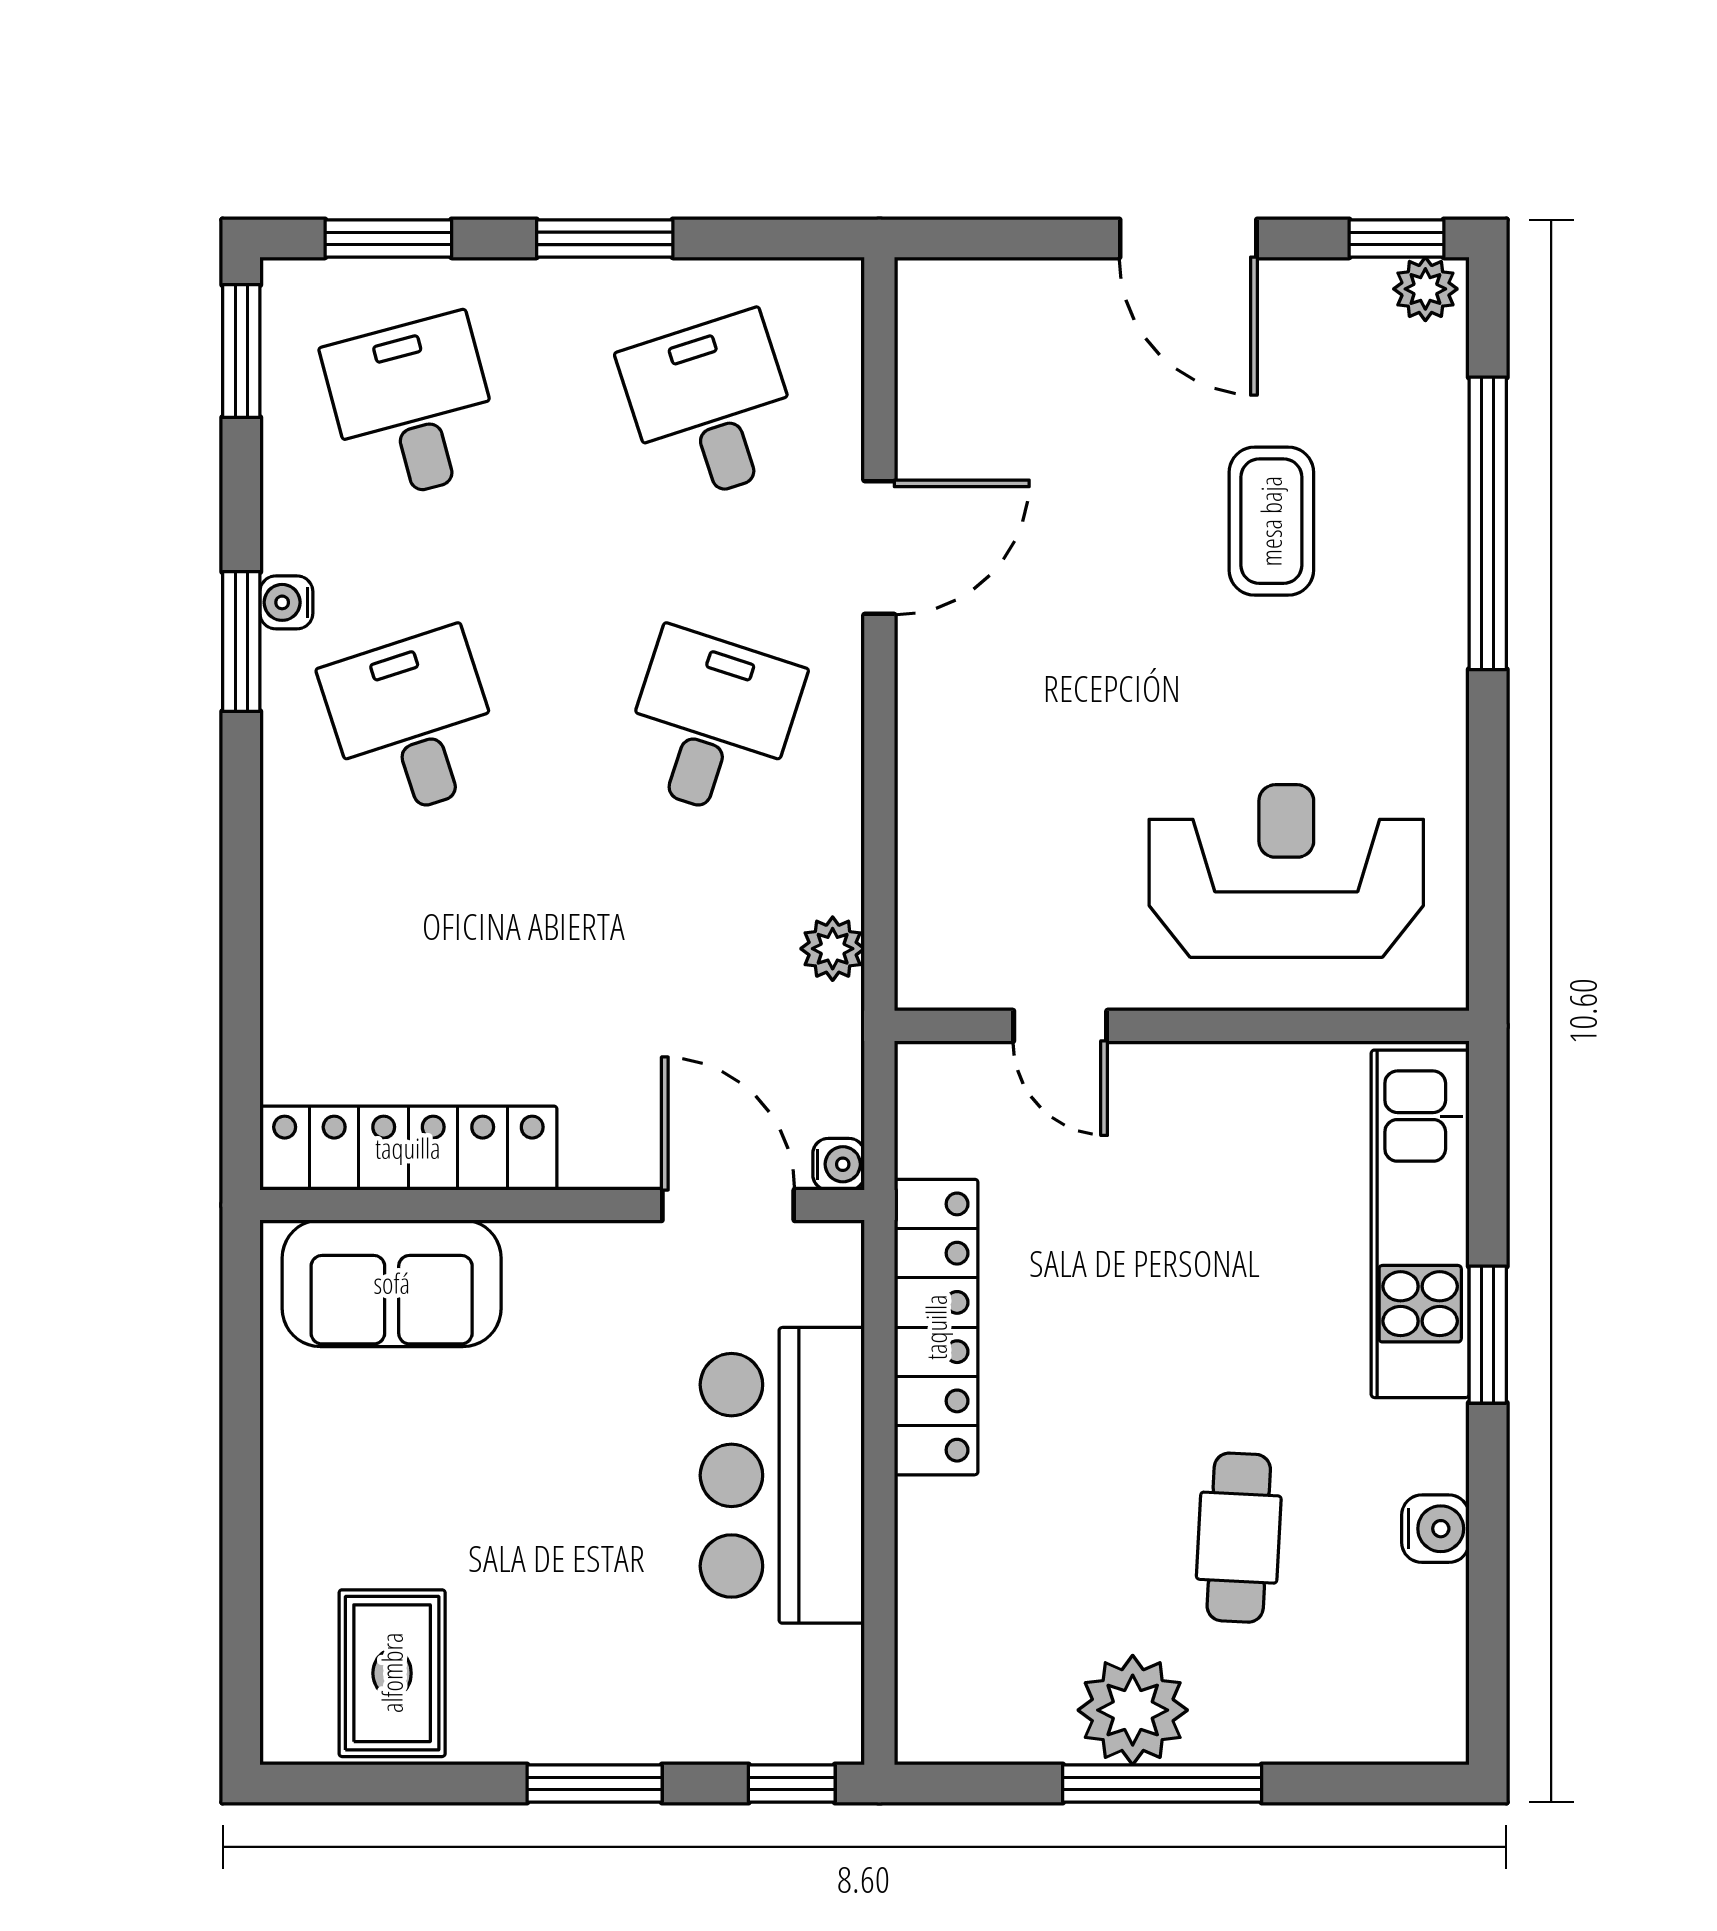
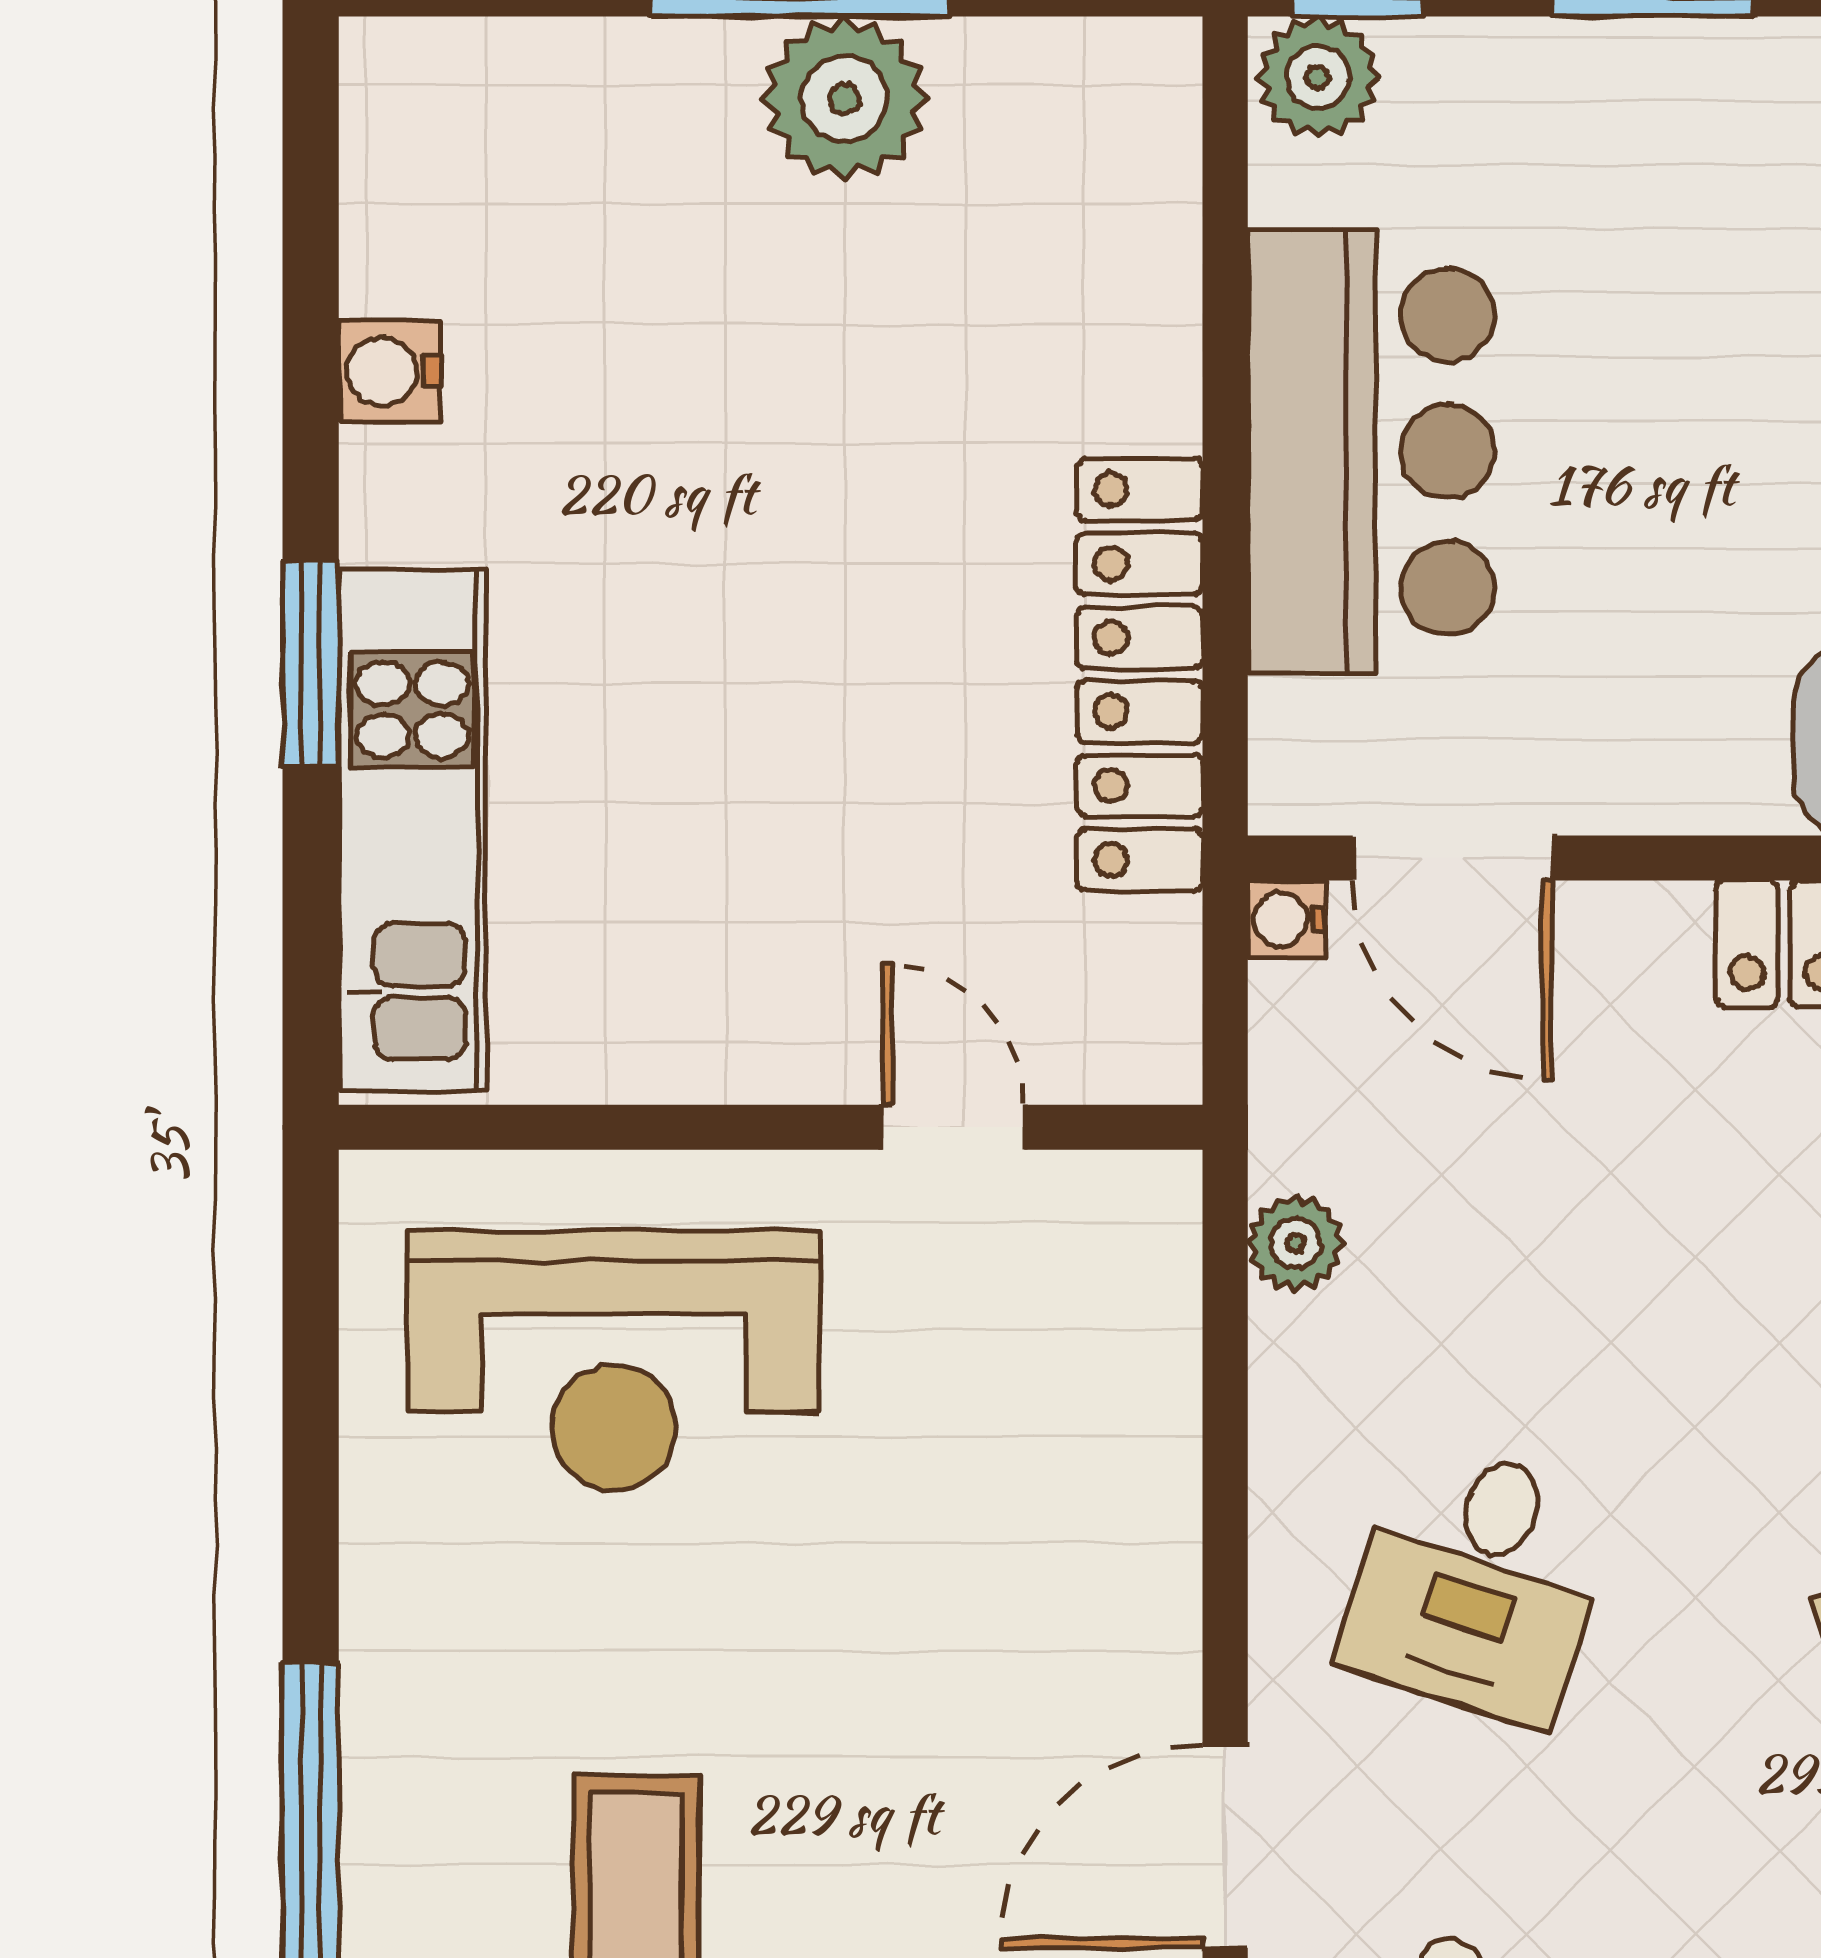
cafe table: (1239, 1538) -> (685, 358), removed
plant: (818, 1724) -> (1318, 77), added

